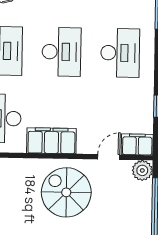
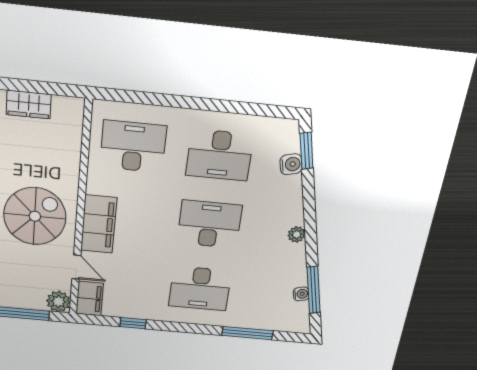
desk: (62, 52) -> (209, 224), turned 180
filing cabinet: (51, 141) -> (99, 224), moved

